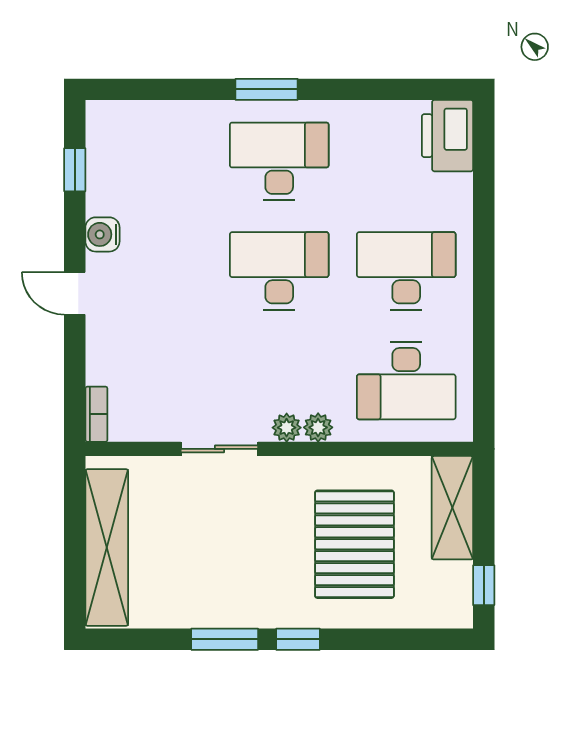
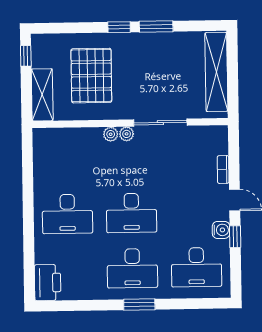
window: (75, 170) -> (235, 237), moved
desk: (406, 381) -> (196, 267), moved, turned 180
bookcase: (96, 414) -> (223, 169), moved
sliding door: (219, 449) -> (160, 123), width x1.37

